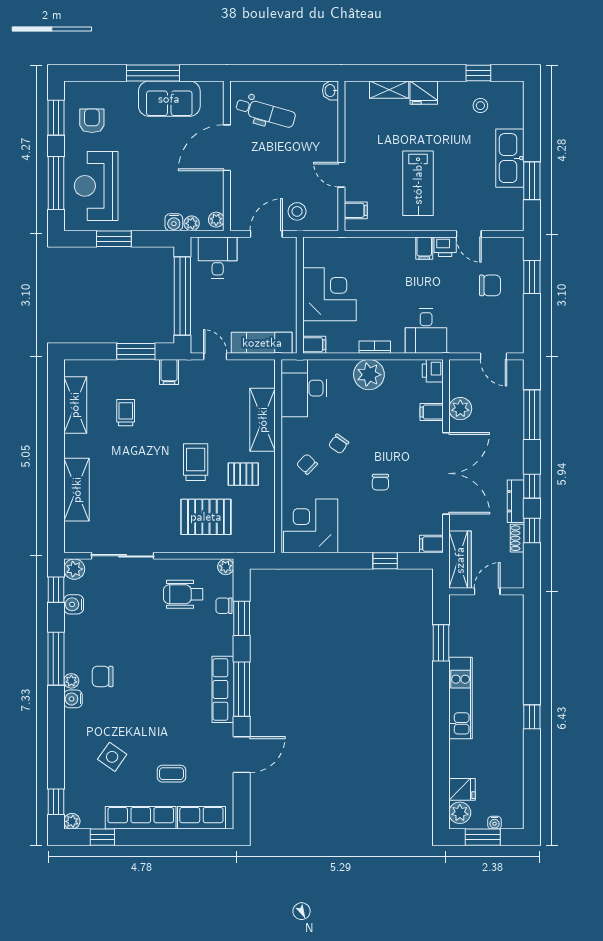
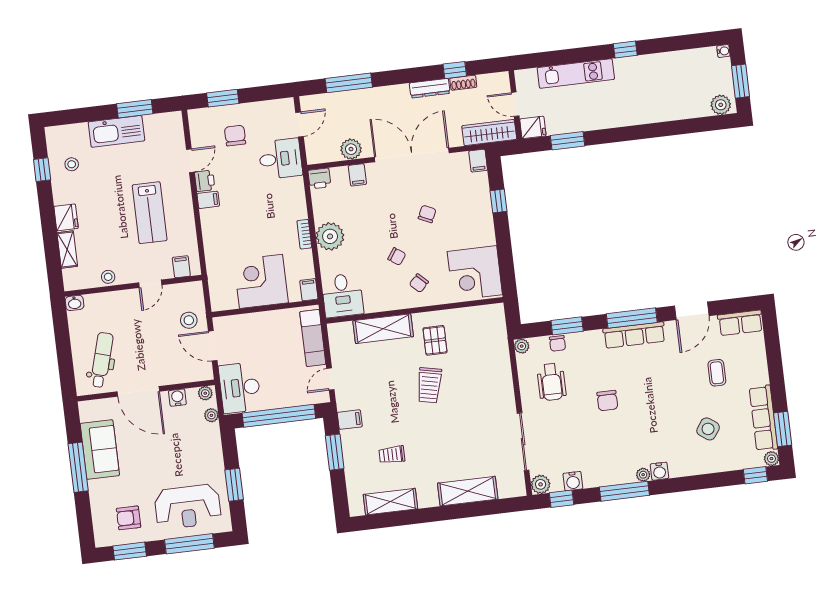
stool: (354, 130) -> (108, 277), added
lab bench: (418, 183) -> (150, 213), turned 90
water cooler: (174, 222) -> (177, 398), moved, turned -90
desk: (218, 258) -> (240, 388), width x1.37
desk: (426, 331) -> (280, 159), moved
desk: (304, 388) -> (342, 295), width x0.73
trolley: (196, 462) -> (429, 385), turned -78
chair: (380, 482) -> (427, 214), turned -65
window: (532, 486) -> (414, 75), removed
pallet: (206, 517) -> (478, 370), removed
chair: (103, 676) -> (607, 401), moved
kitchen unit: (460, 698) -> (576, 73), moved, turned 180
door: (242, 755) -> (692, 311), swing flipped
fridge: (462, 789) -> (533, 127), moved, turned 90
row of seats: (141, 818) -> (763, 418), moved
row of seats: (201, 818) -> (740, 323), moved, turned -90
water cooler: (495, 823) -> (723, 51), moved
window: (102, 837) -> (783, 429), width x1.50

